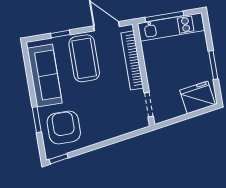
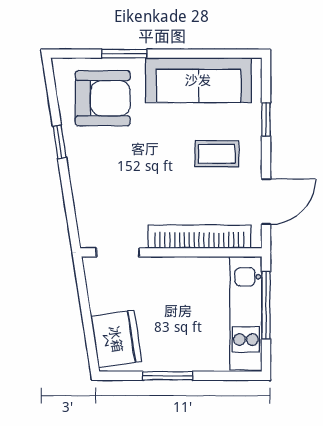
coffee table: (84, 58) -> (217, 154), width x0.54, depth x0.58
window: (59, 159) -> (59, 142), moved

